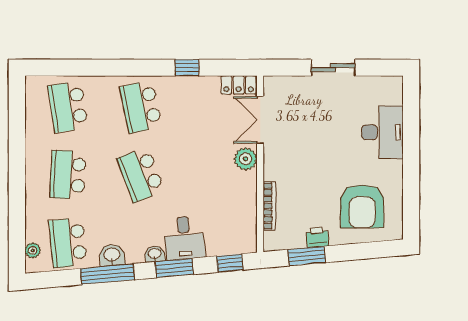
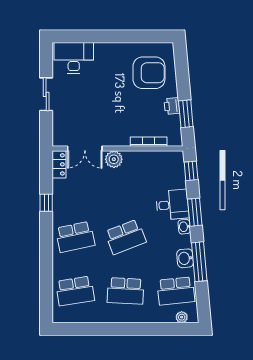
desk: (382, 132) -> (74, 58), moved

